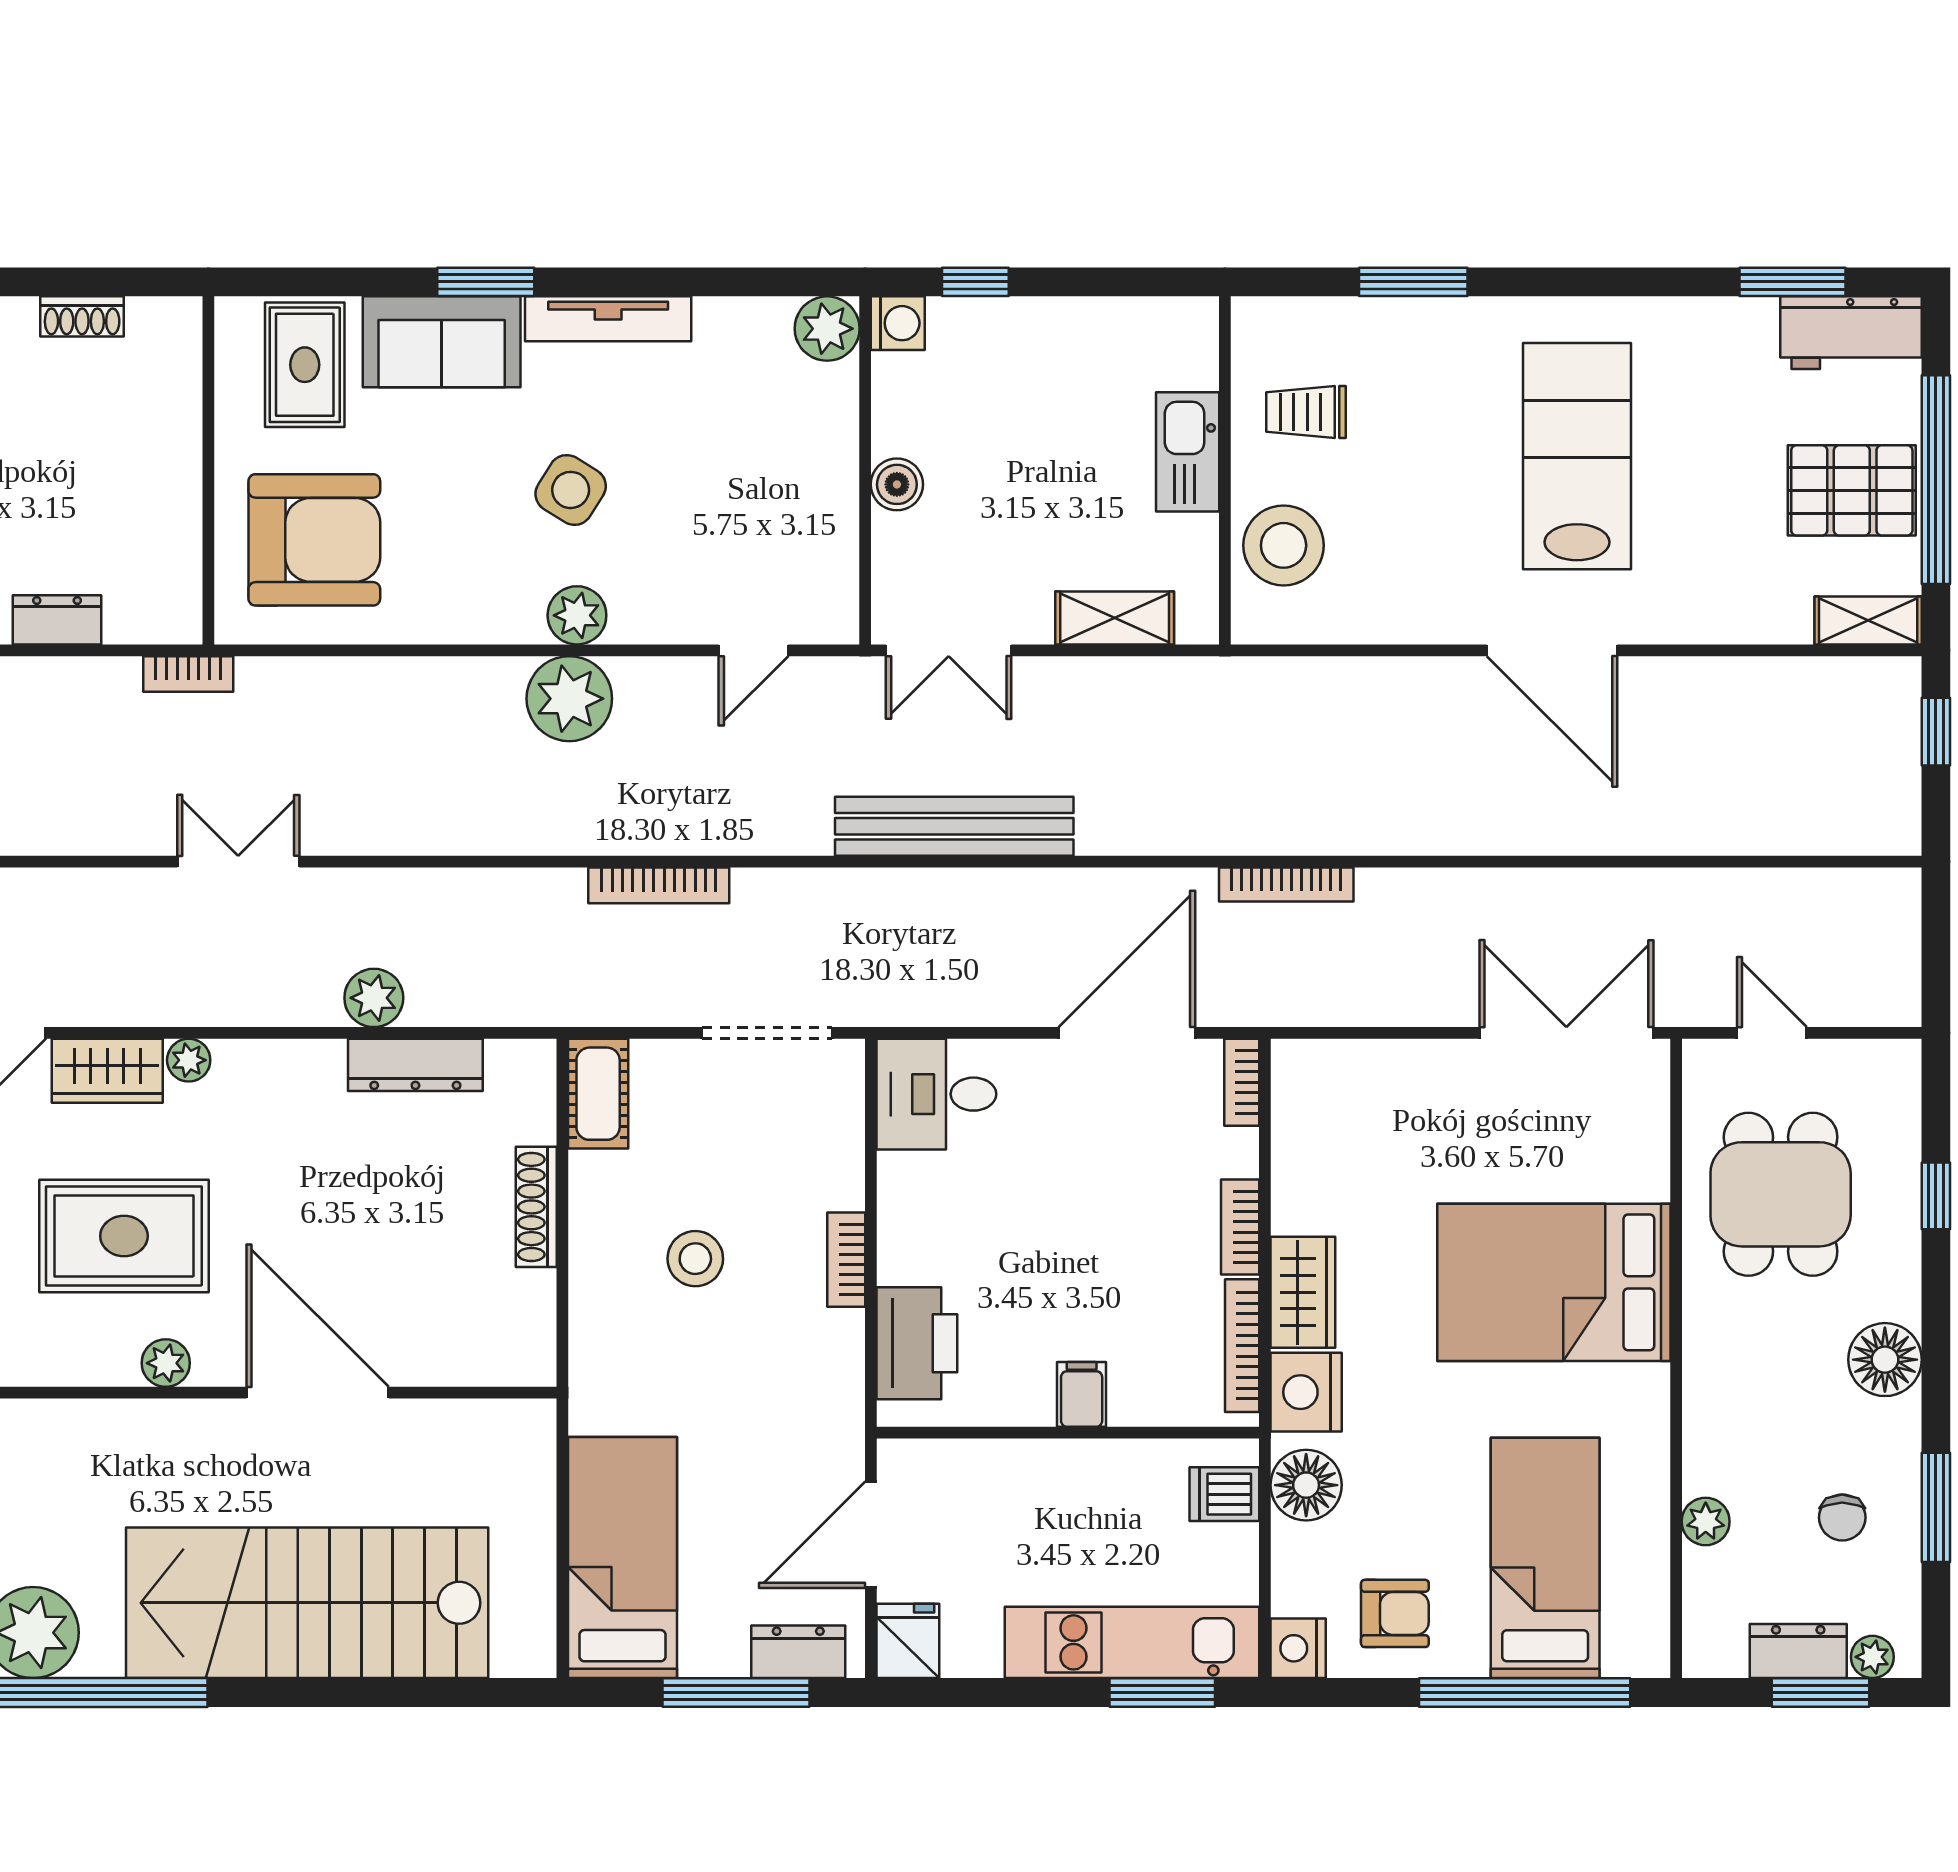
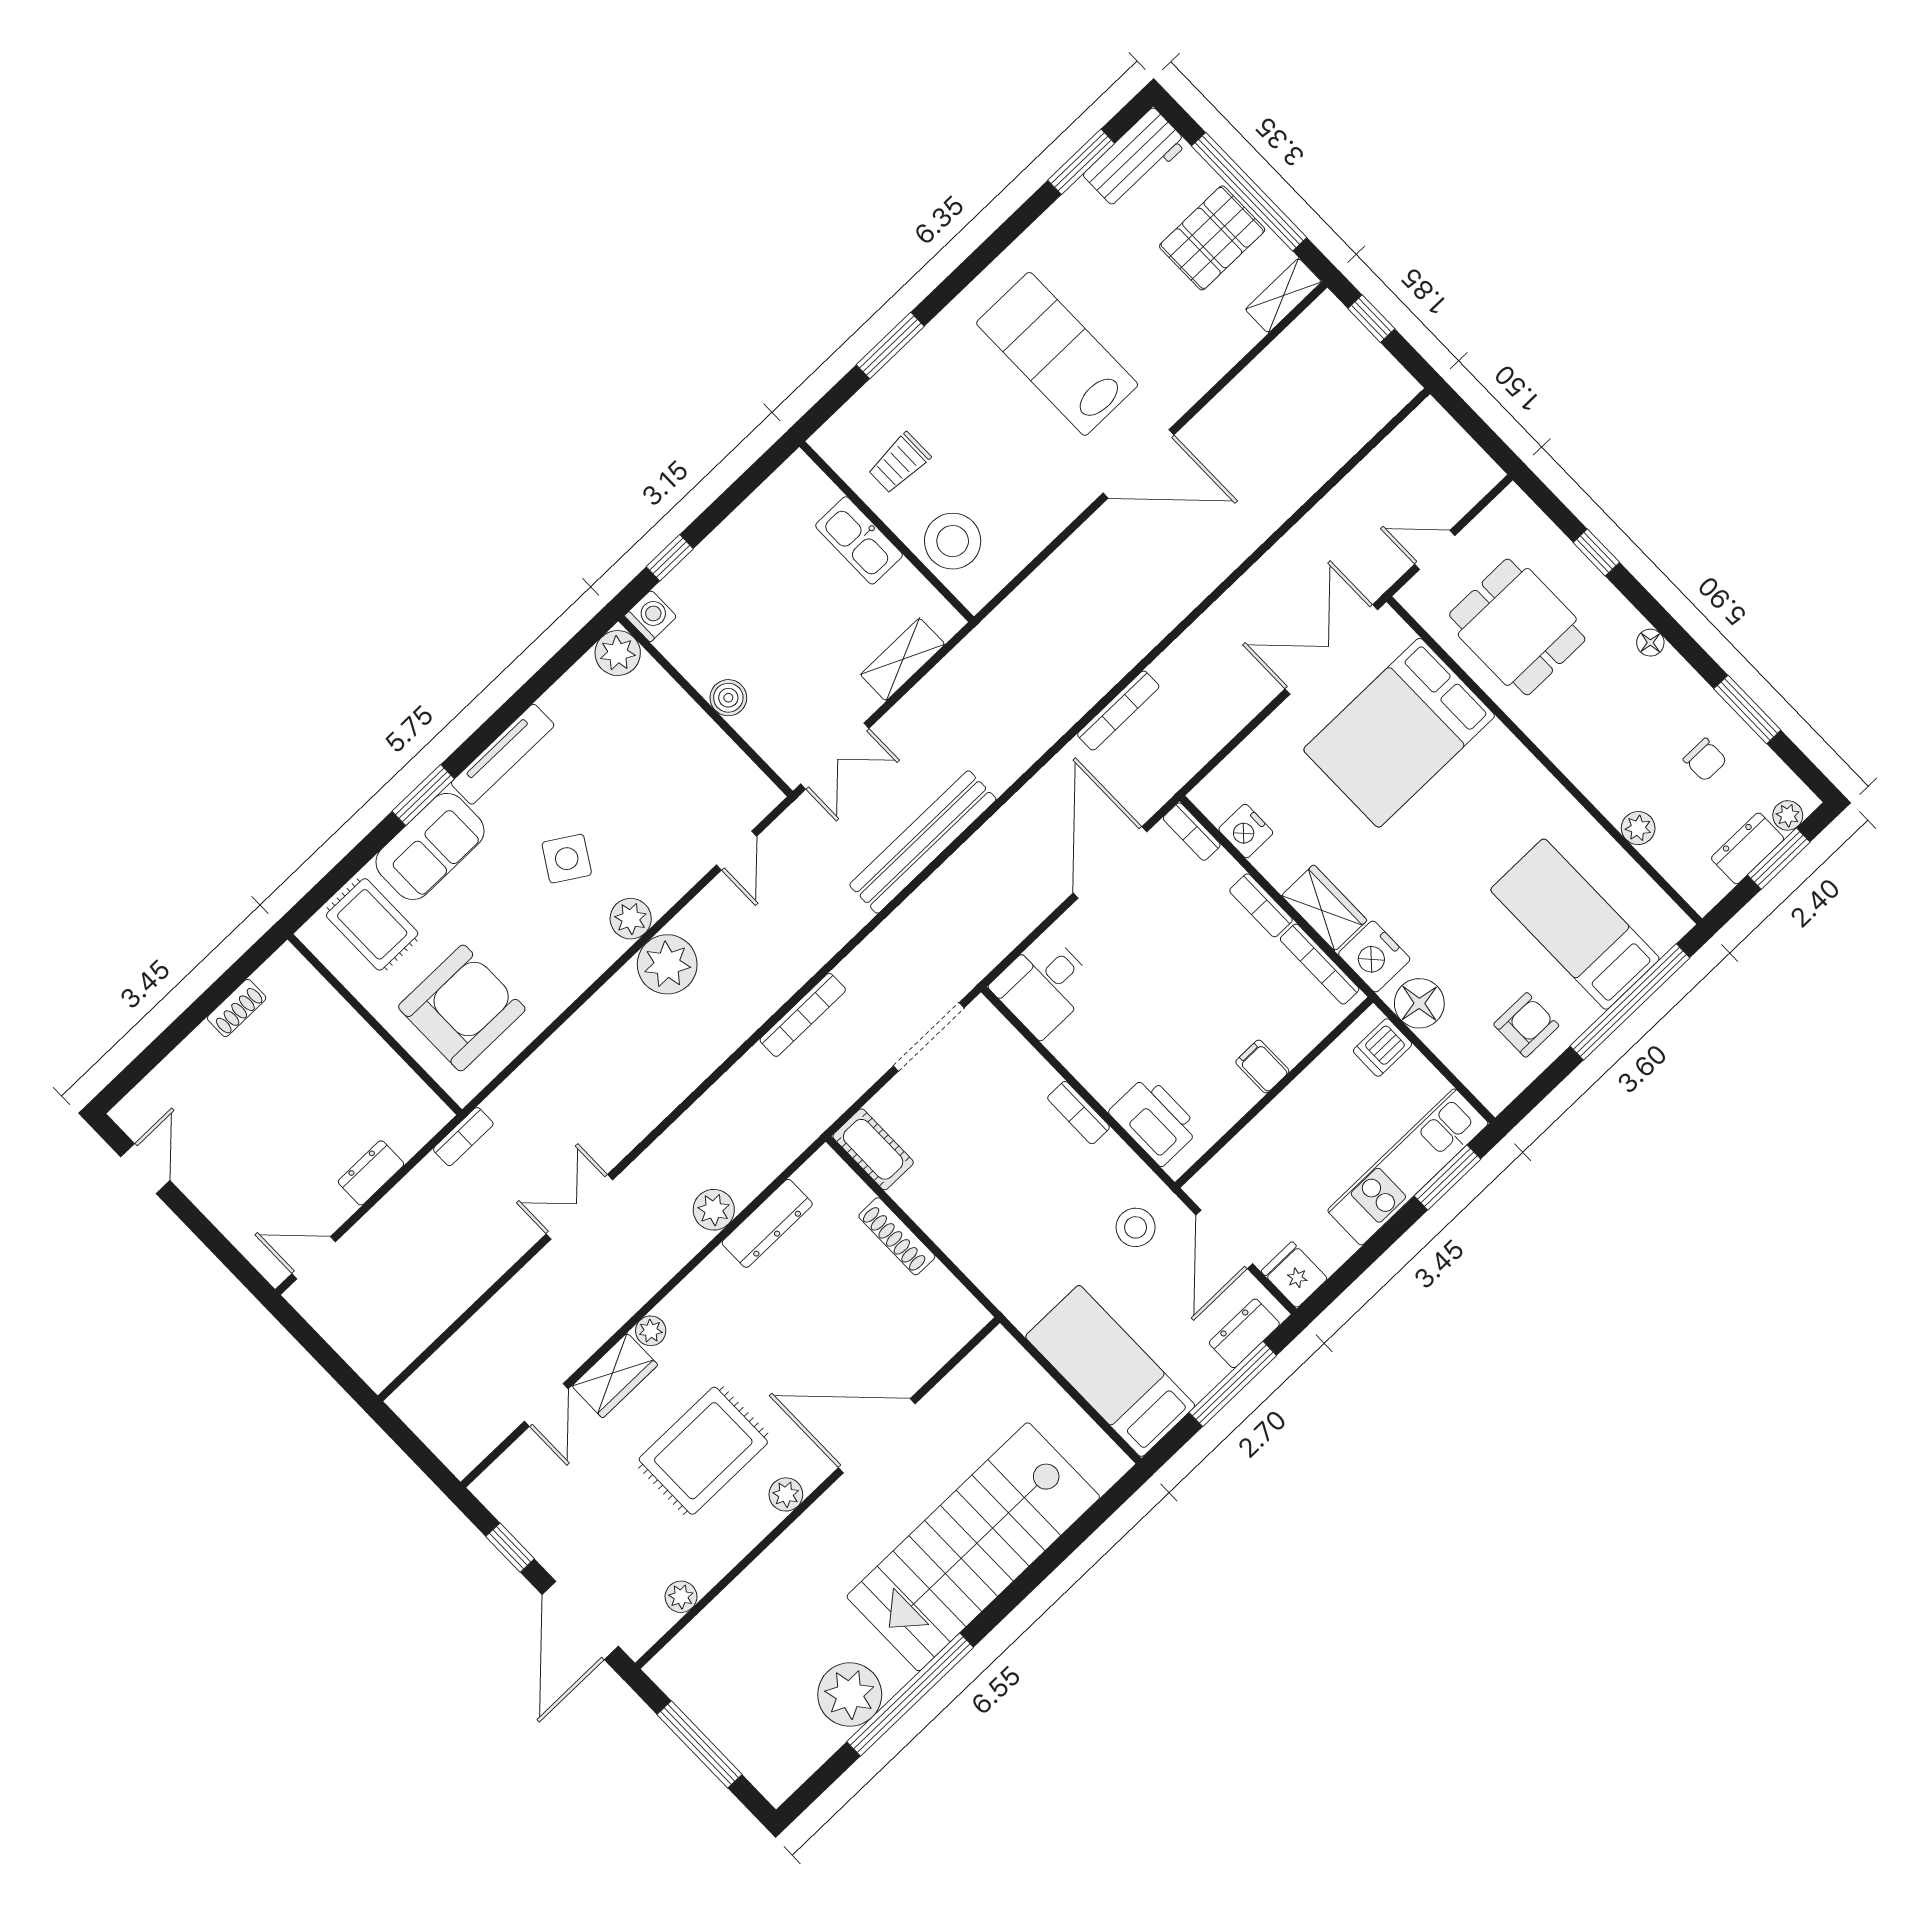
stool: (695, 1259) -> (1136, 1227), moved
bed: (1554, 1282) -> (1399, 733), moved
floor lamp: (1885, 1360) -> (1650, 643), width x0.53, depth x0.53
nightstand: (1298, 1648) -> (1246, 831), moved

